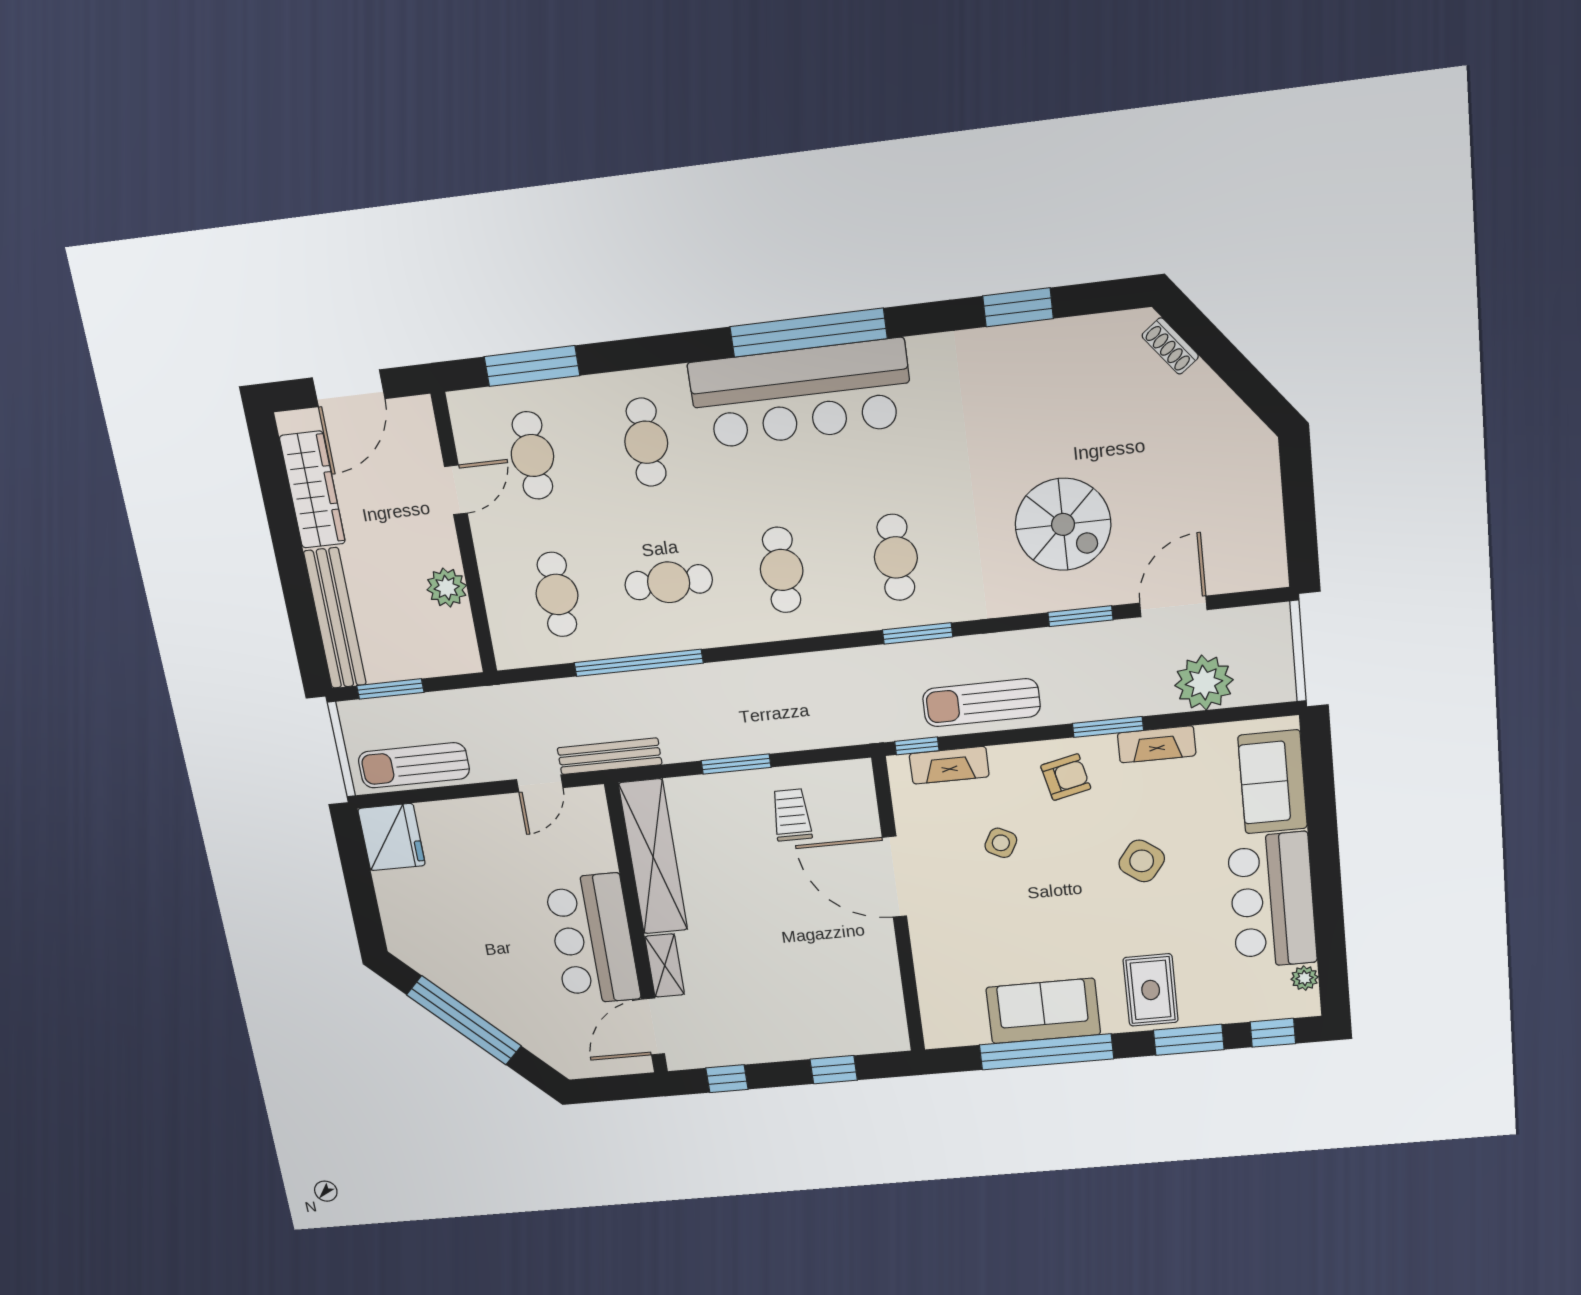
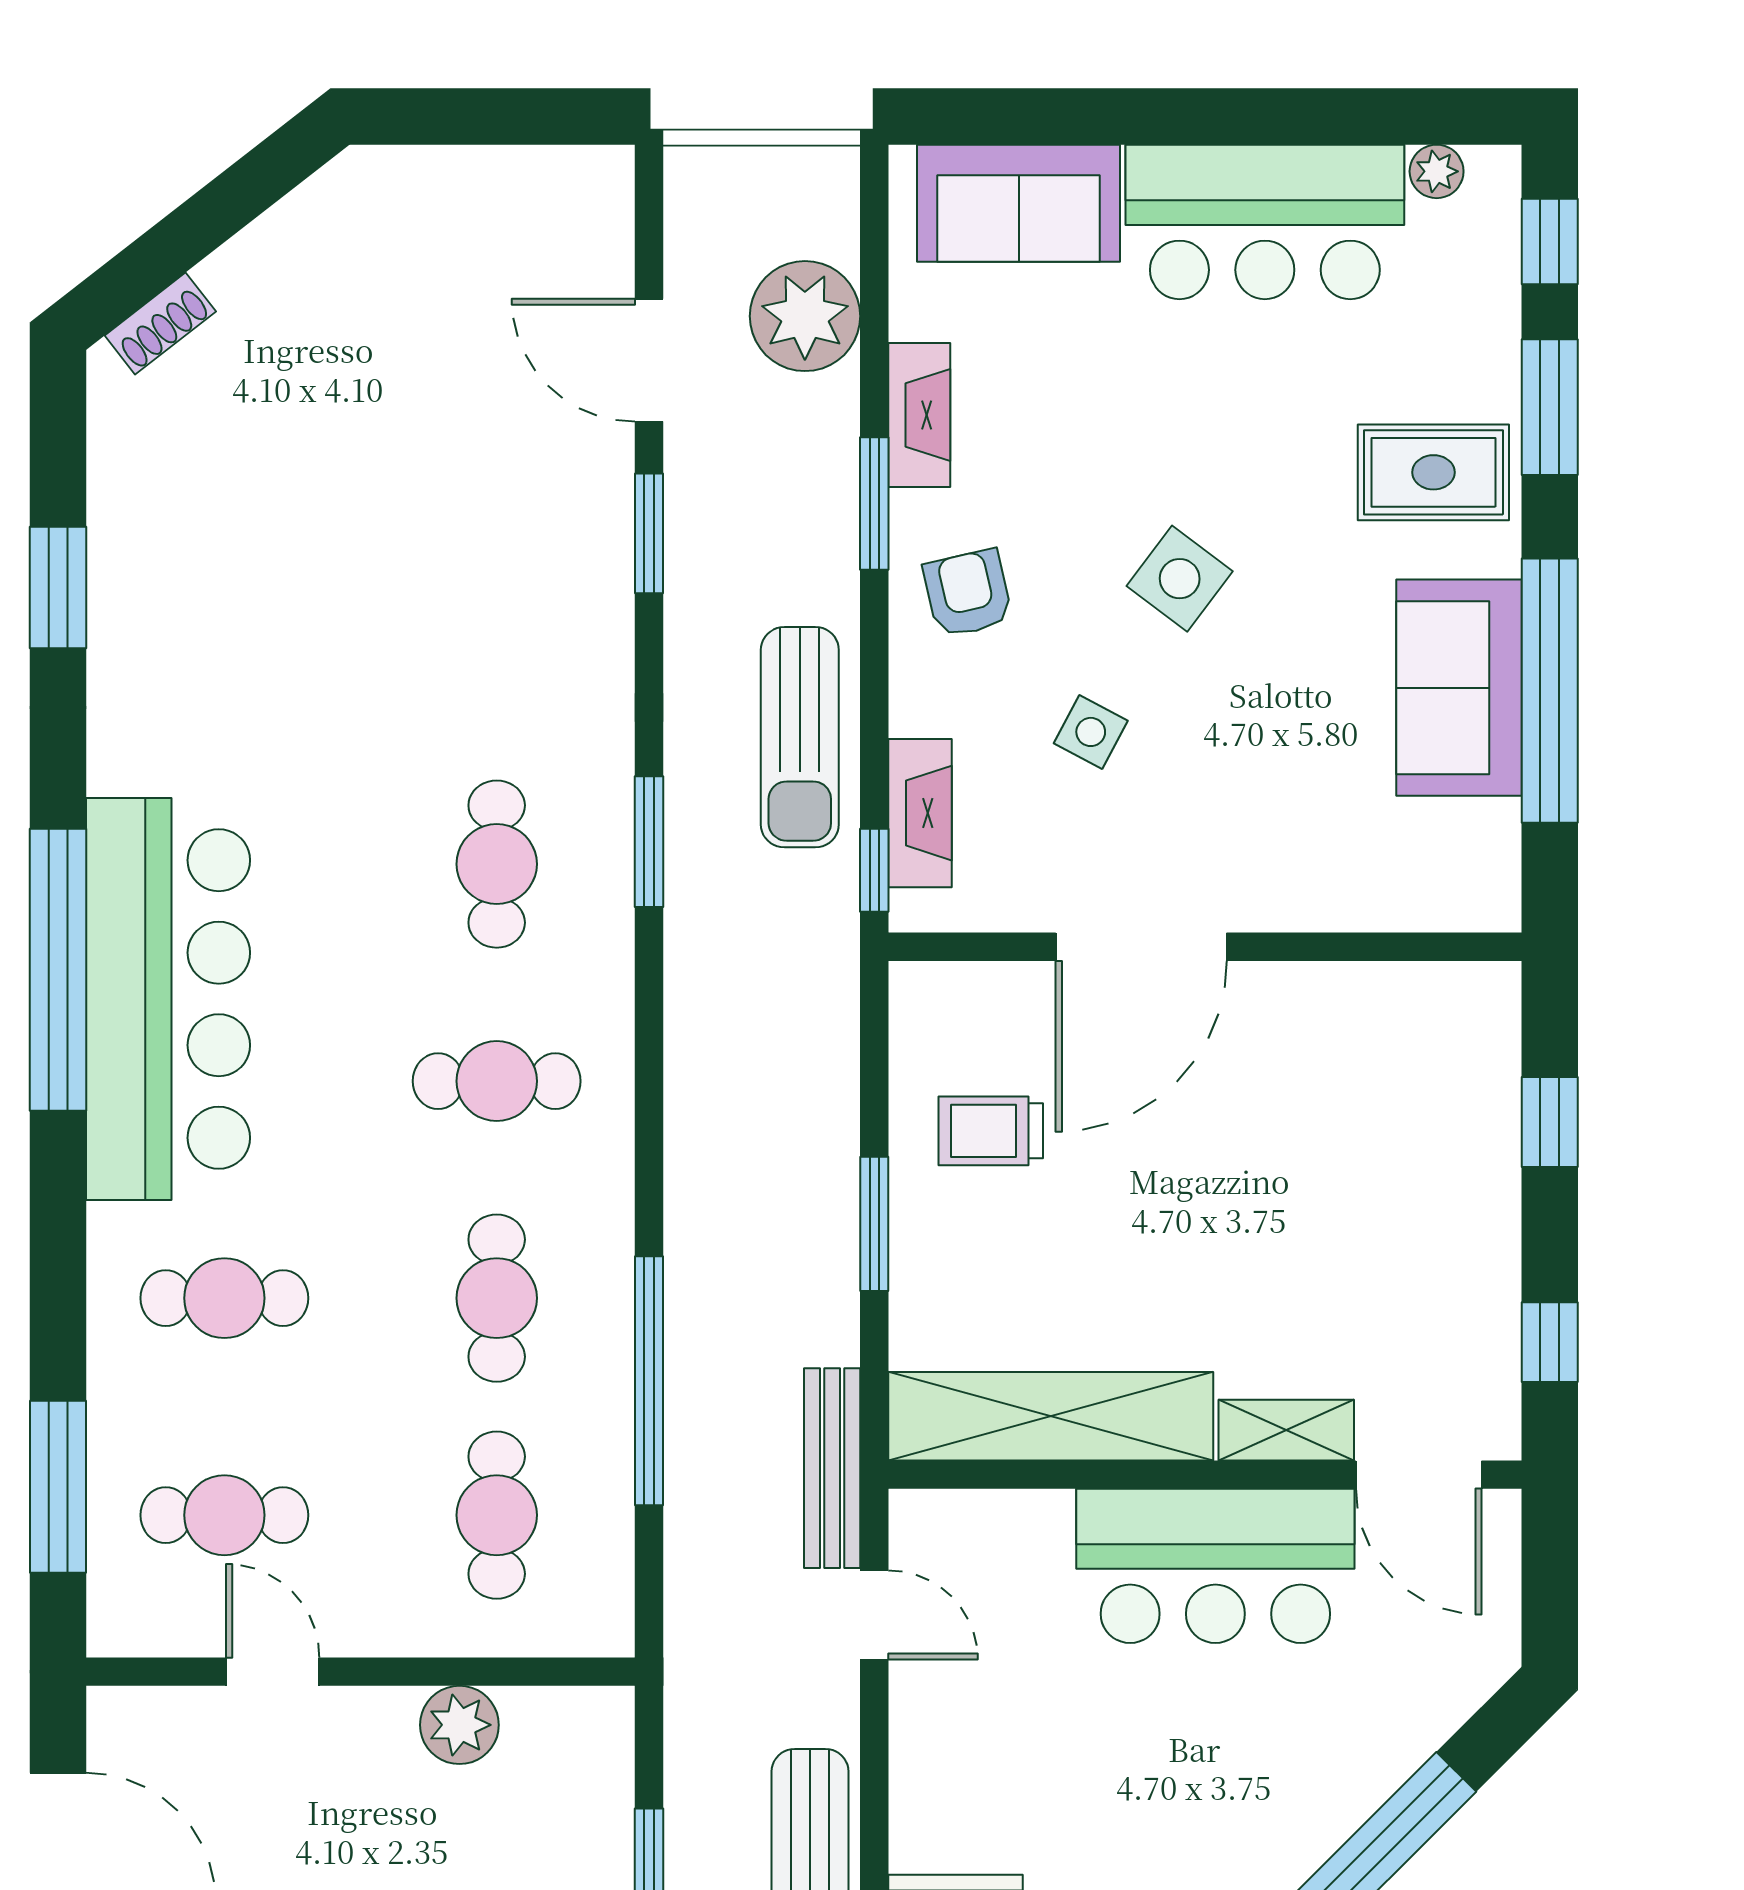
spiral stairs: (1063, 524) -> (469, 548), removed
cafe table: (896, 557) -> (497, 864), turned 90
cafe table: (557, 594) -> (497, 1515), turned 90
side table: (1142, 861) -> (1180, 579), moved

